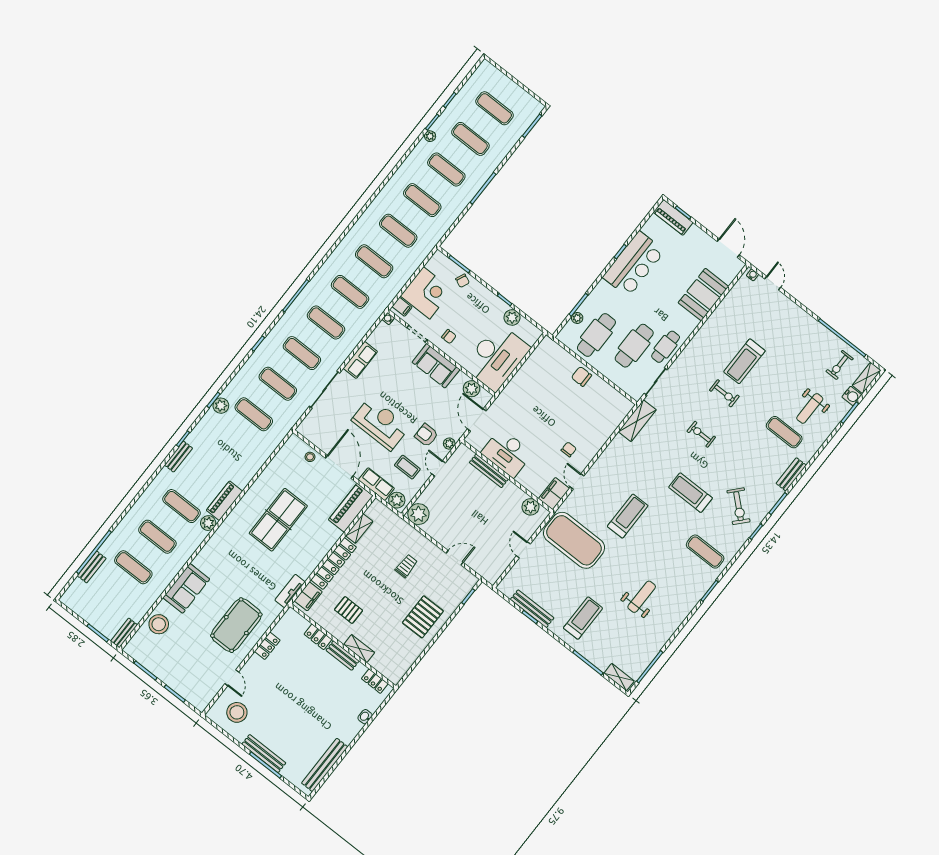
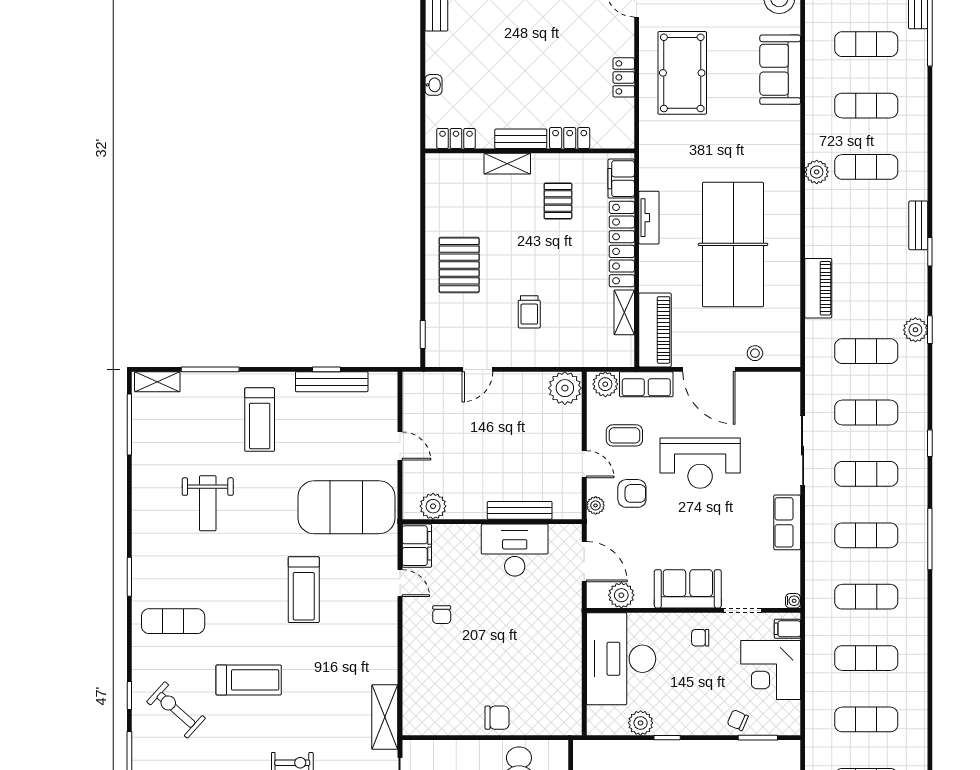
piano: (224, 501) -> (818, 288), moved
table tennis table: (278, 520) -> (733, 244), width x1.36, depth x1.32
tv unit: (290, 591) -> (649, 218), moved
pallet: (349, 610) -> (558, 201), turned 90

